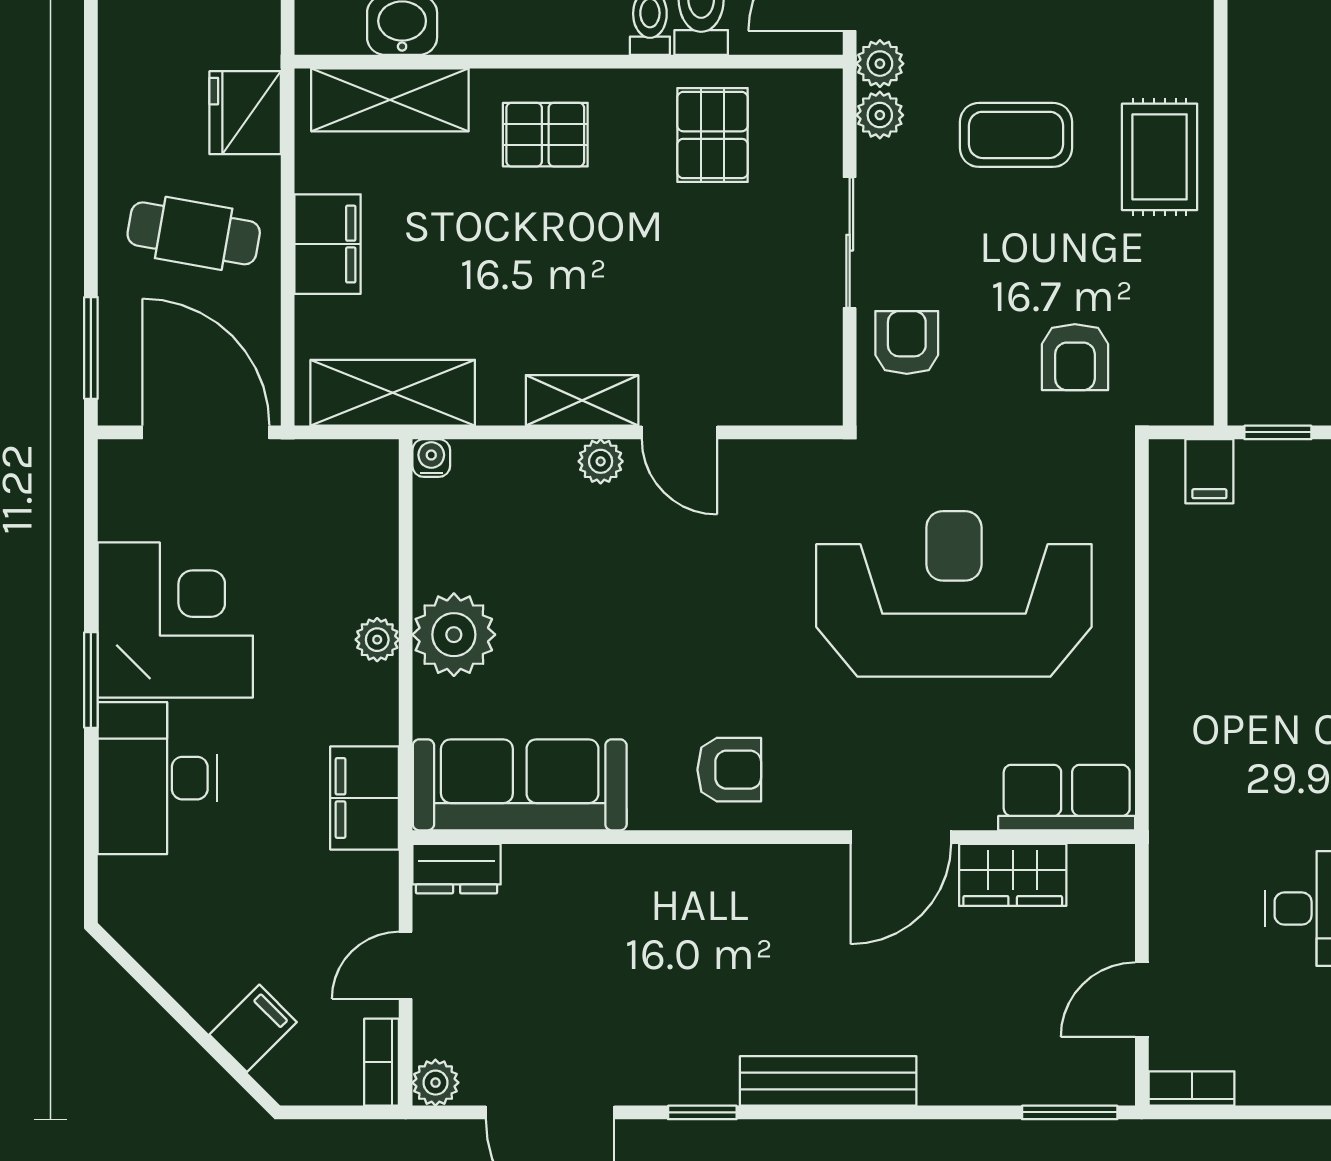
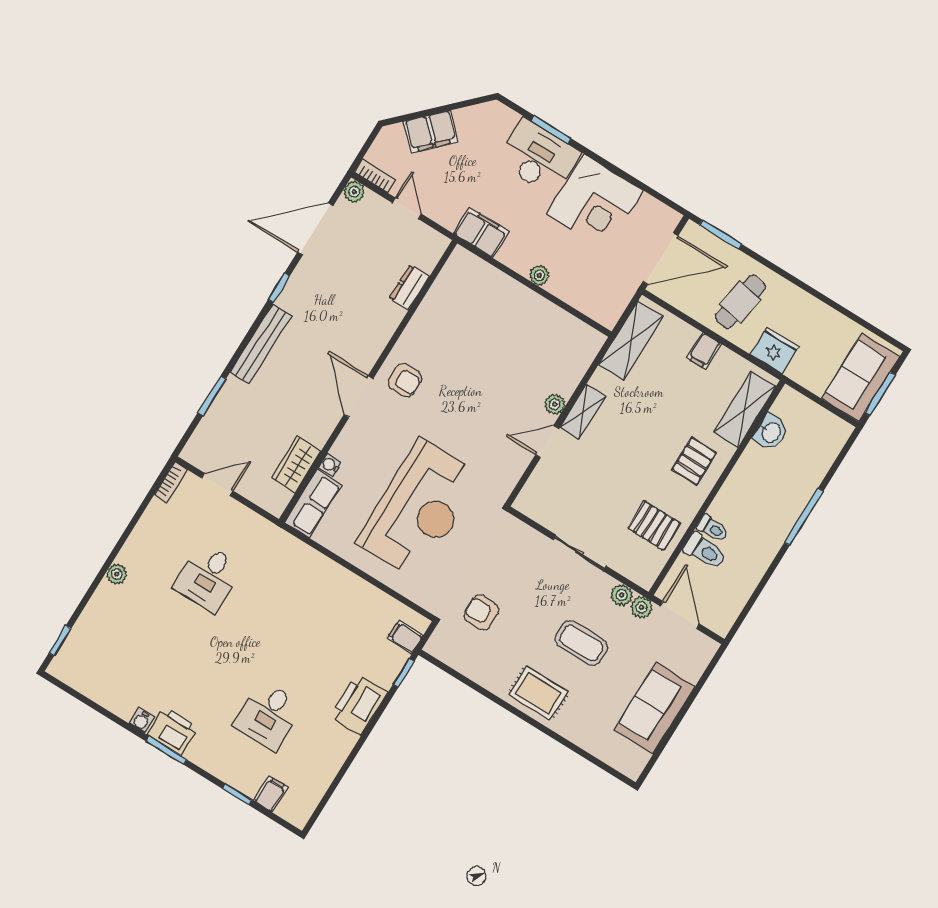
coffee table: (1016, 135) -> (581, 643), turned 90
filing cabinet: (328, 244) -> (704, 351), width x0.50
armchair: (907, 343) -> (527, 551), removed
water cooler: (431, 458) -> (330, 465), moved, turned 180
plant: (454, 635) -> (523, 306), removed
window: (91, 680) -> (551, 129), moved
armchair: (729, 770) -> (405, 380), turned -90
sofa: (520, 785) -> (449, 296), removed
door: (901, 837) -> (359, 397), moved
dresser: (457, 869) -> (409, 288), moved
door: (1142, 1000) -> (217, 484), hinge flipped
filing cabinet: (253, 1028) -> (431, 132), width x2.00
window: (1070, 1112) -> (212, 396), moved

